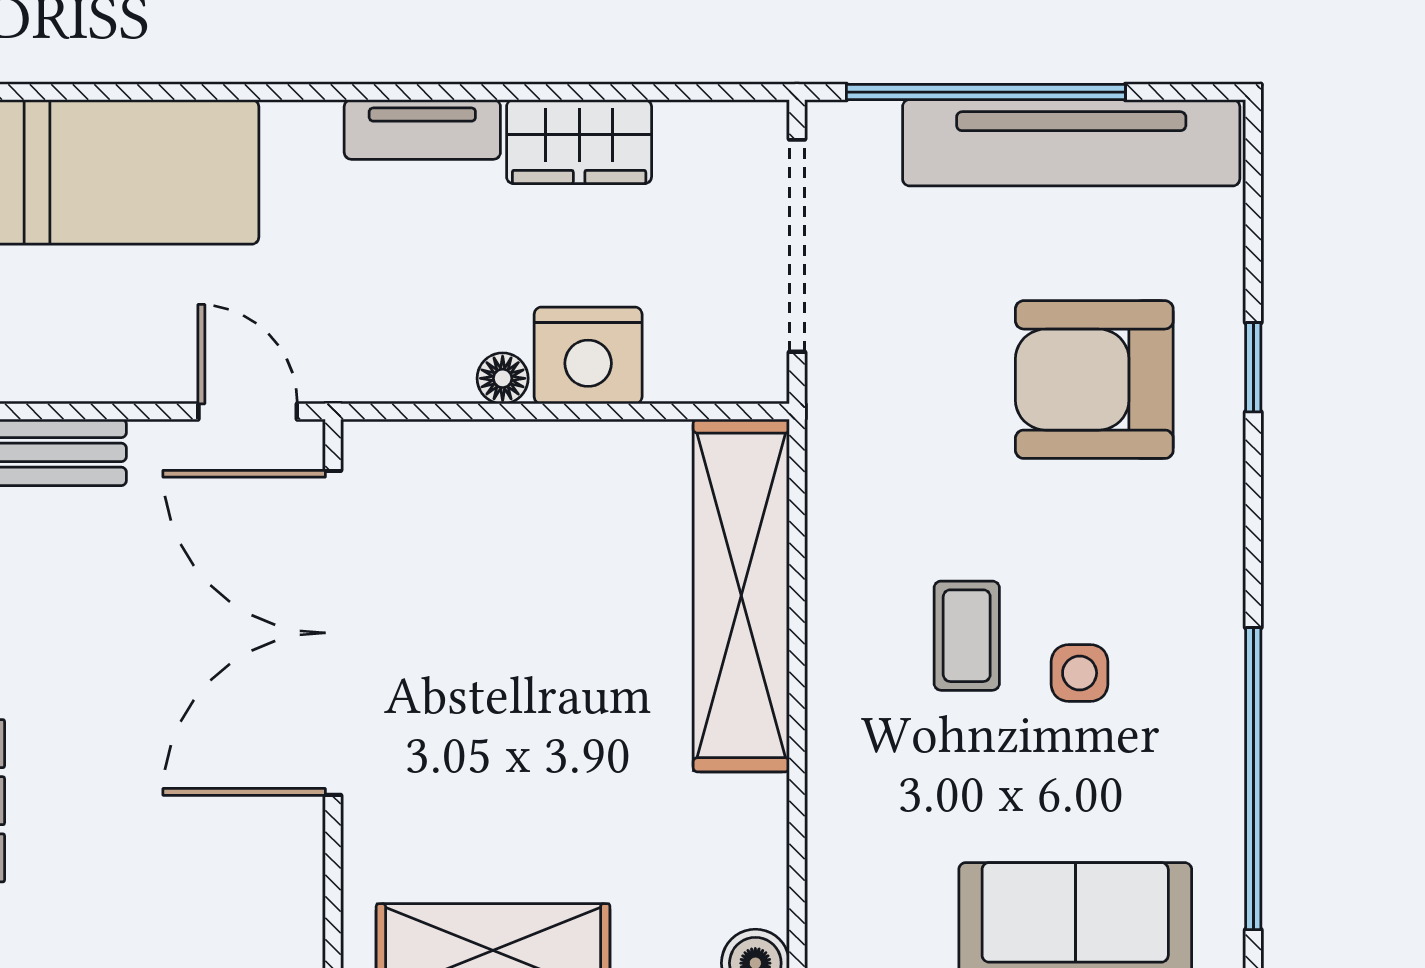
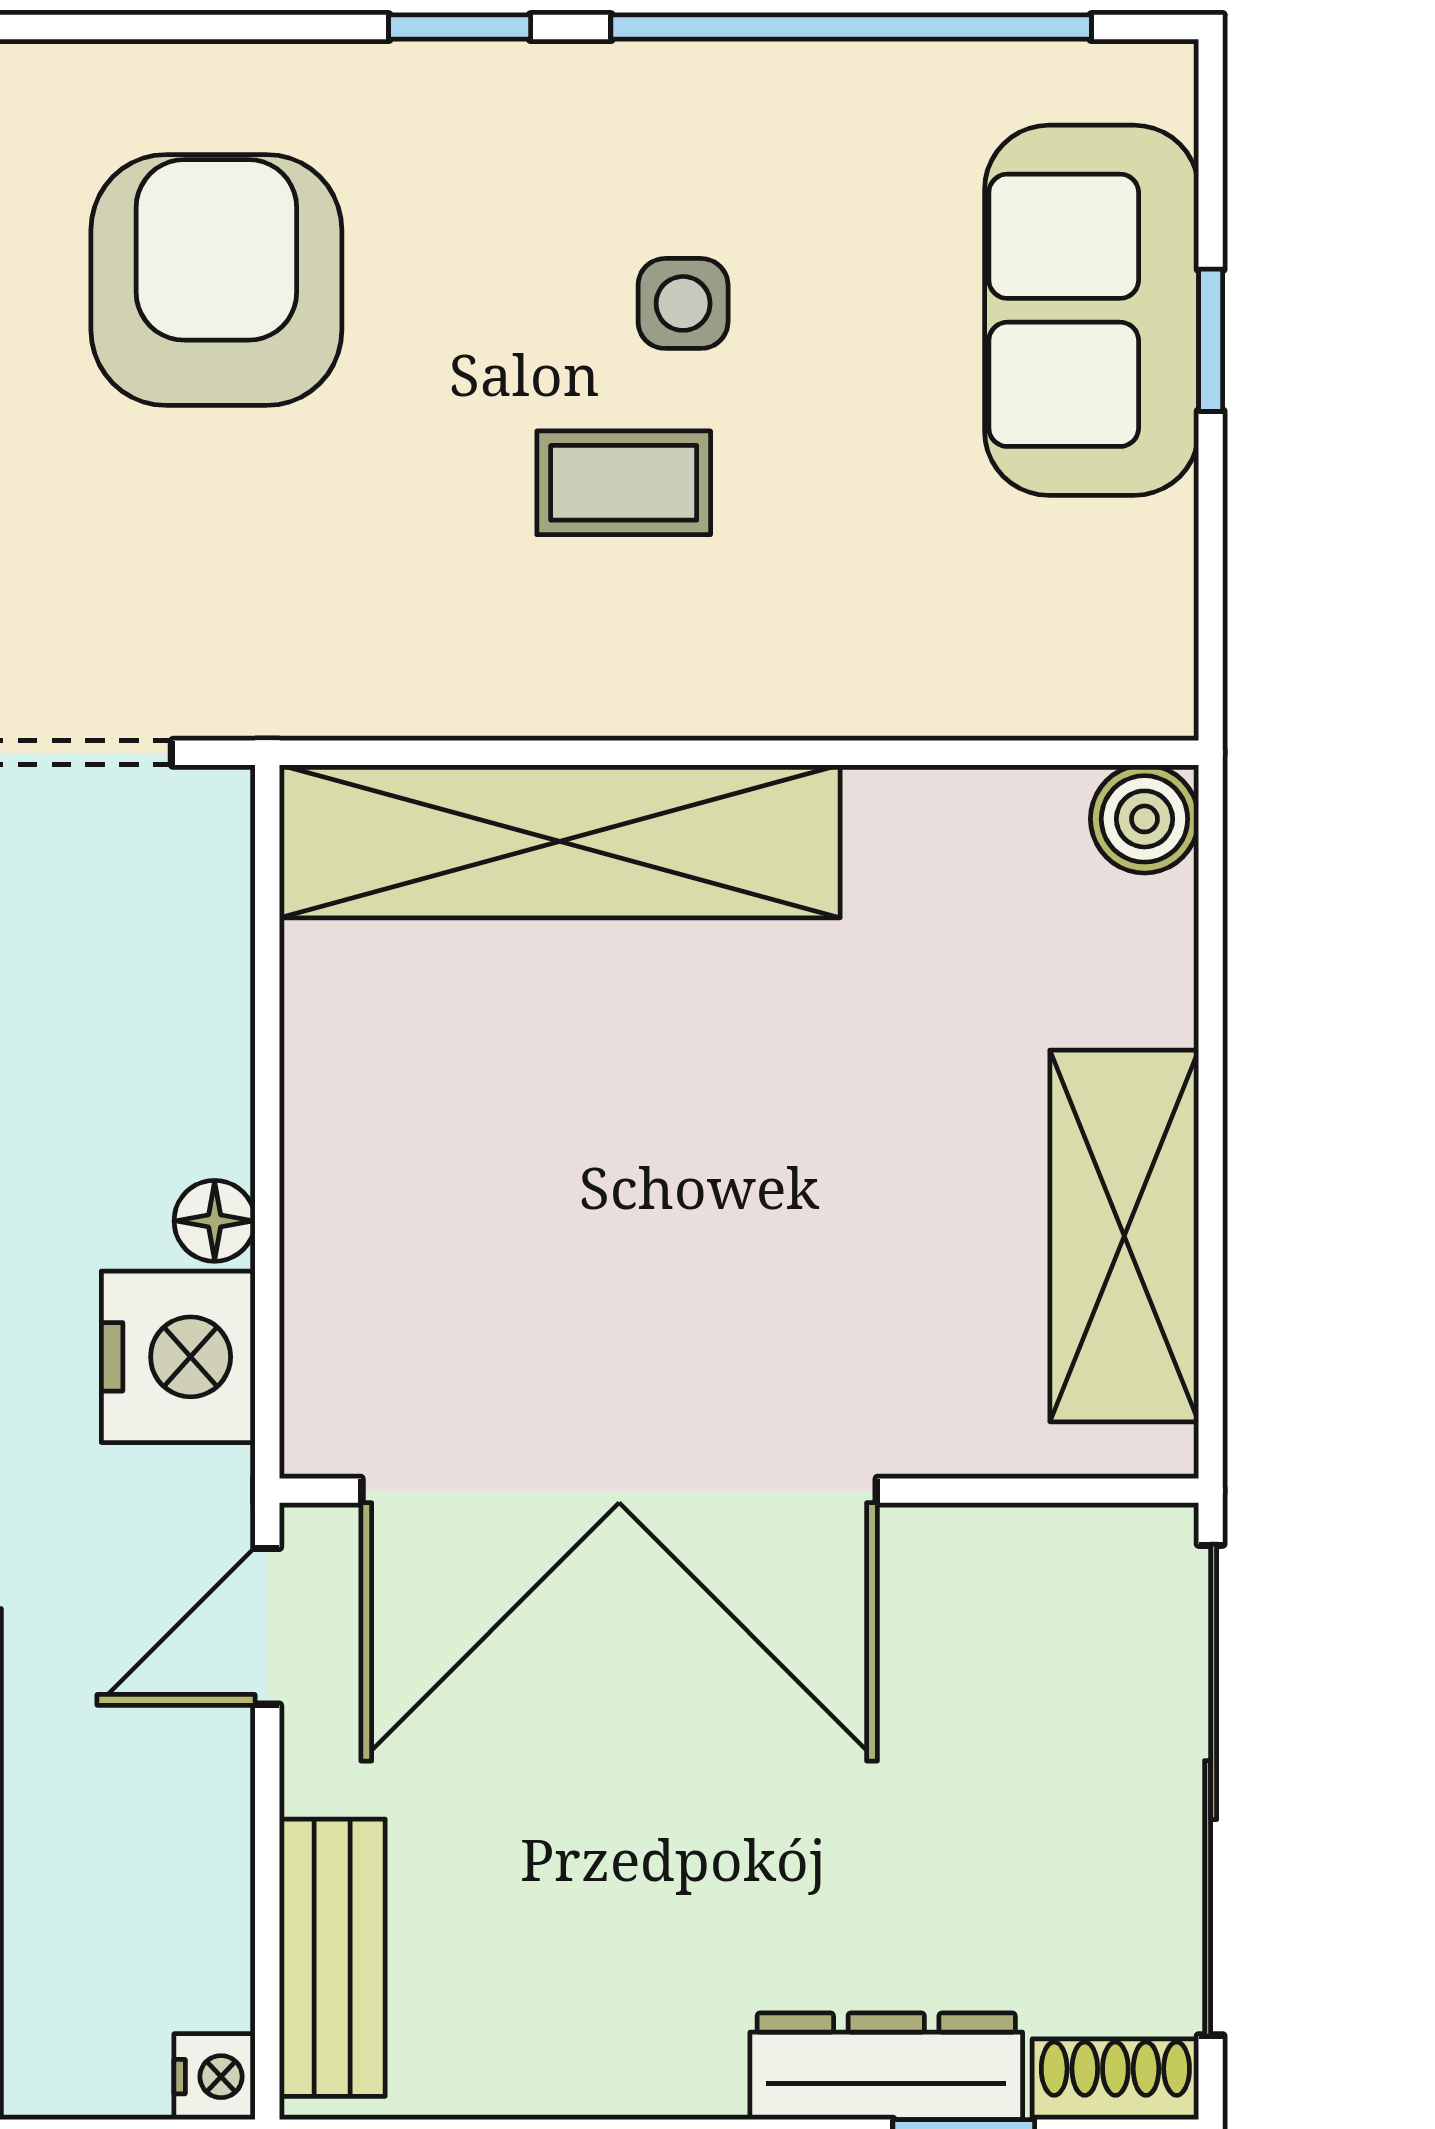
nightstand: (588, 356) -> (178, 1357), moved
window: (1253, 367) -> (460, 27), moved
armchair: (1094, 380) -> (216, 280), turned 180

